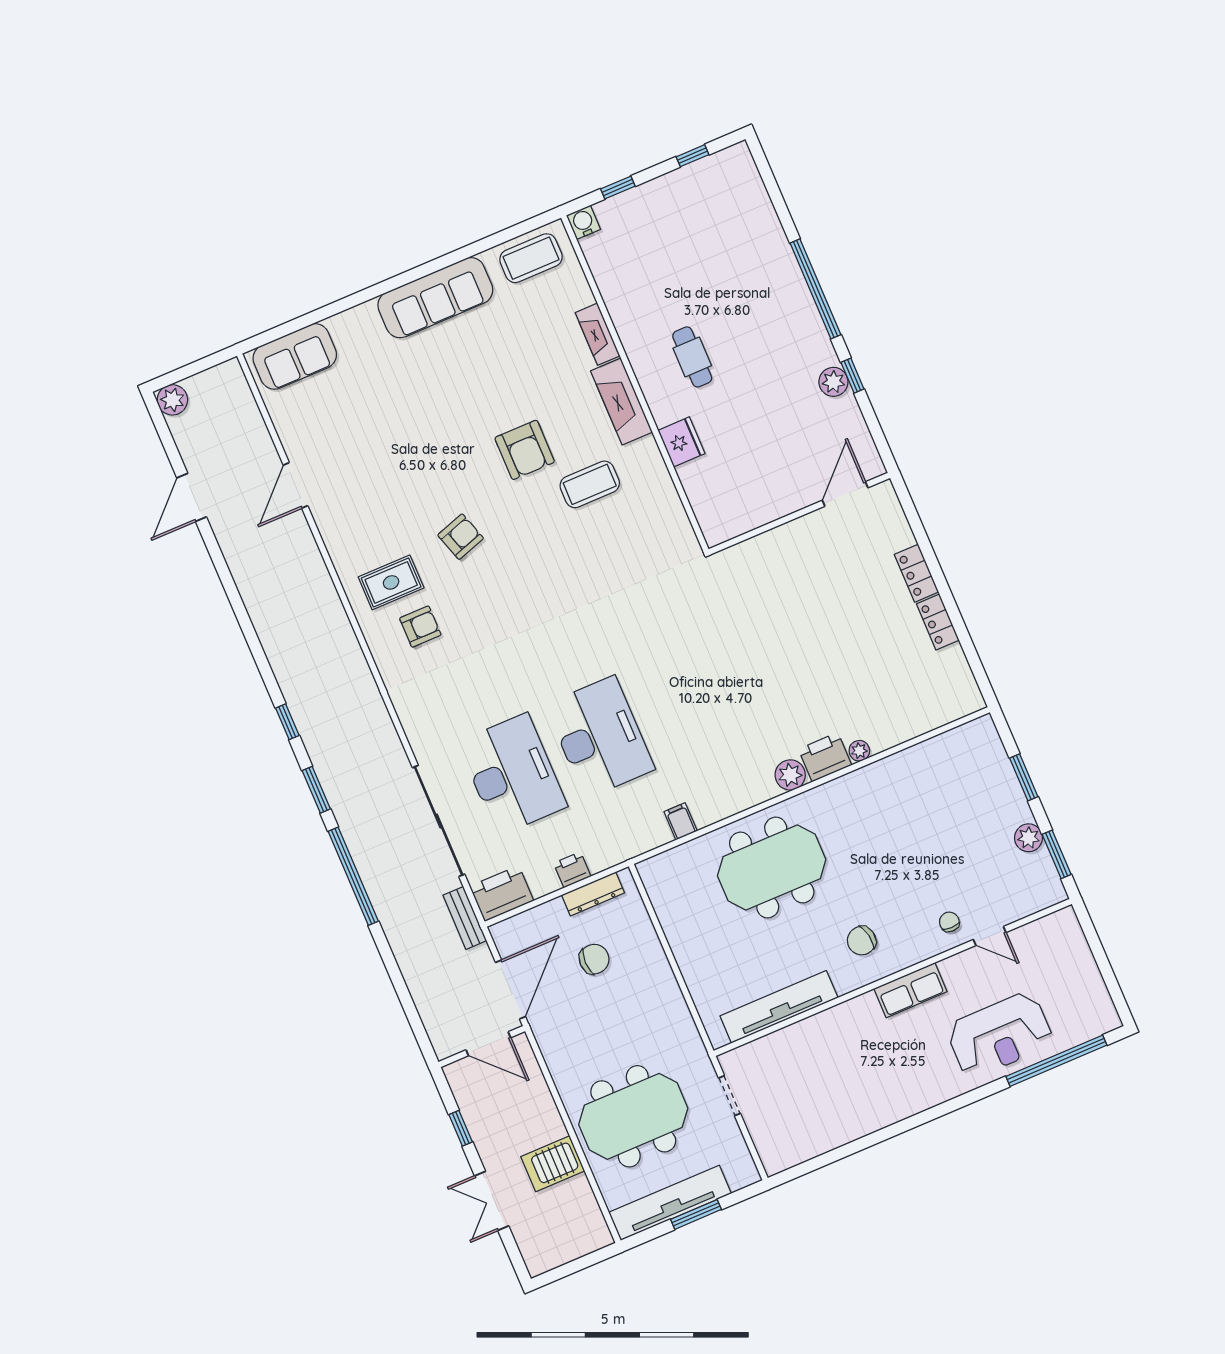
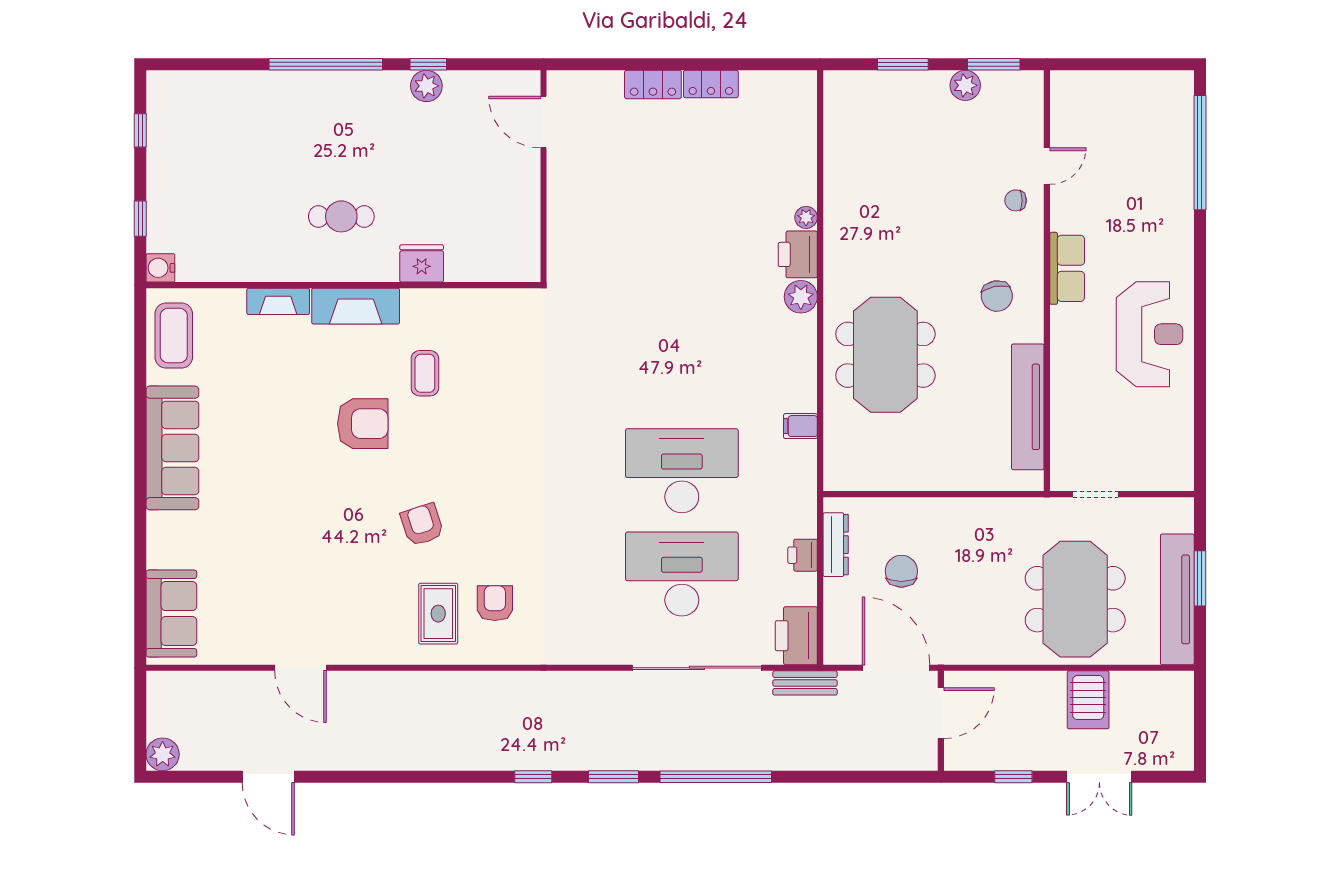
coffee table: (590, 484) -> (425, 373), width x0.73, depth x0.77
reception desk: (1000, 1035) -> (1149, 334), moved

